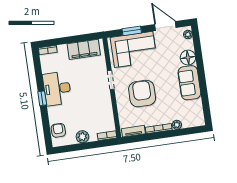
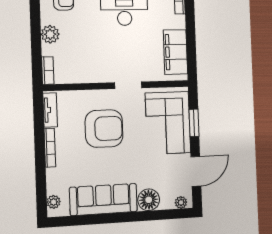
sofa: (189, 83) -> (103, 199), width x1.36
plant: (177, 125) -> (54, 202), moved

